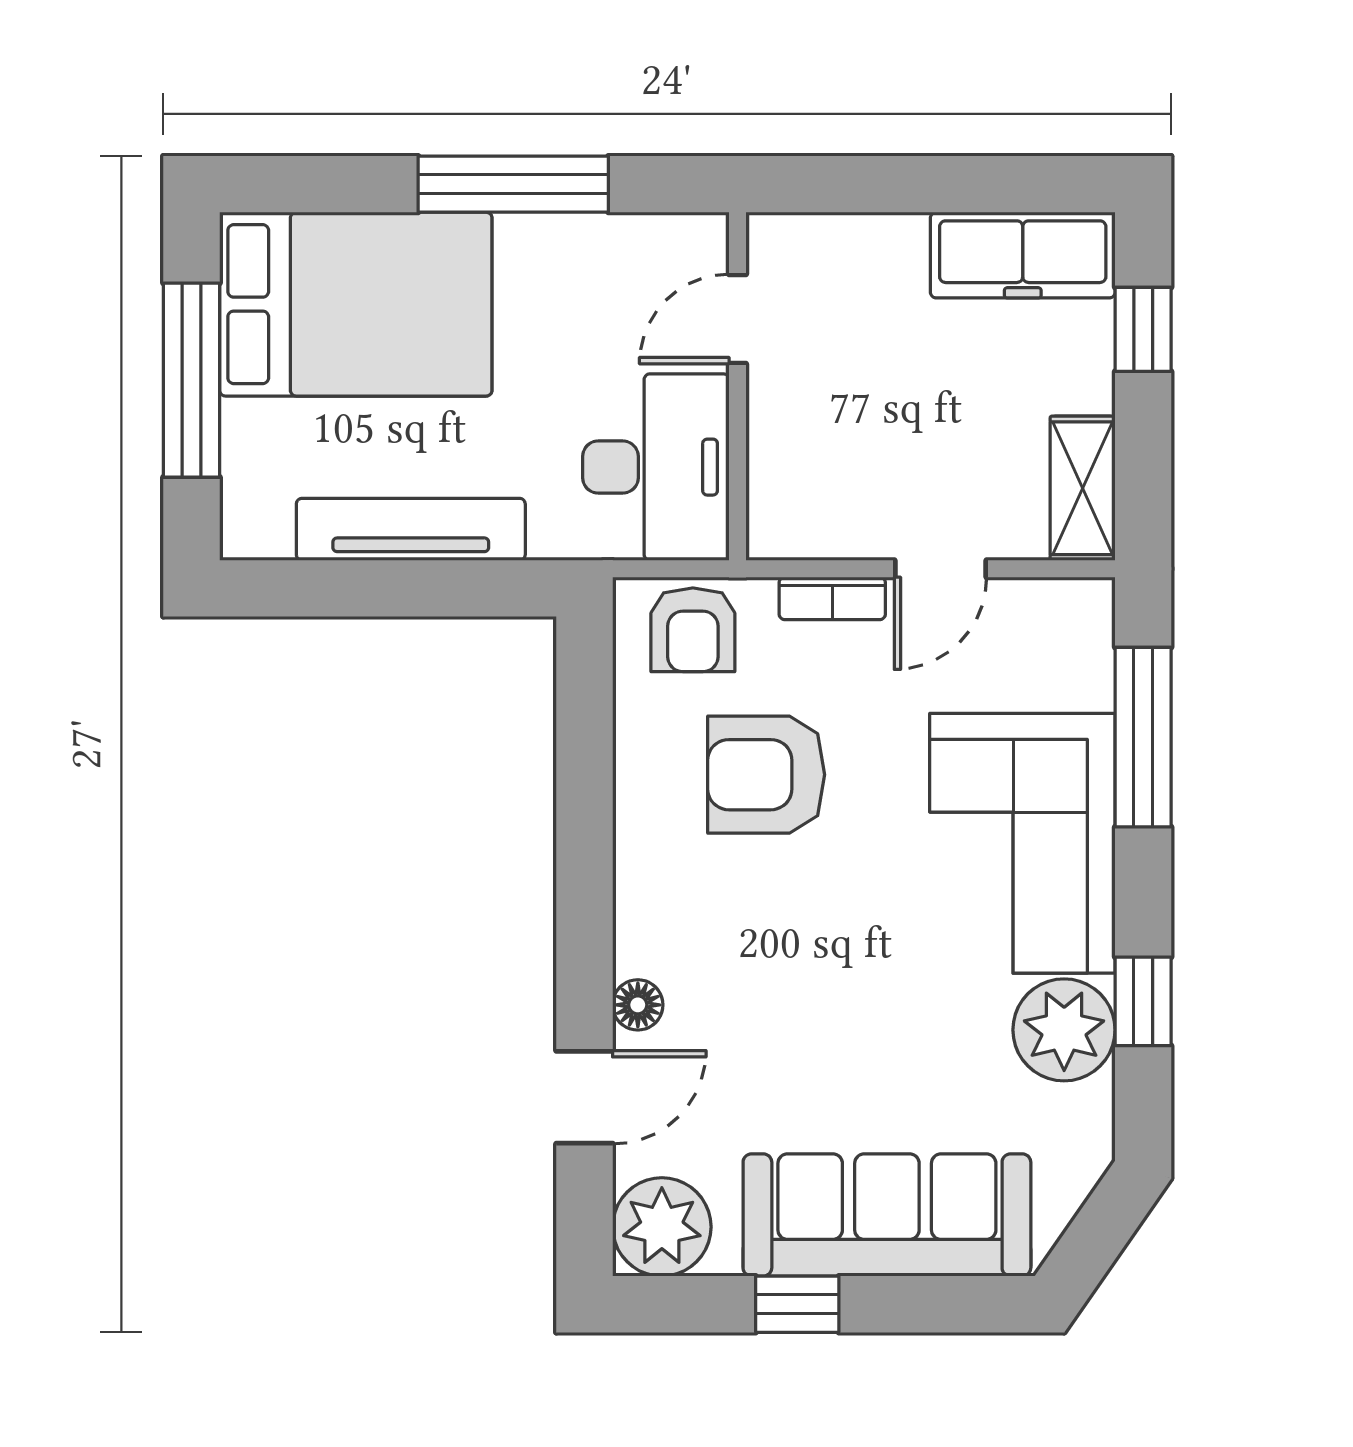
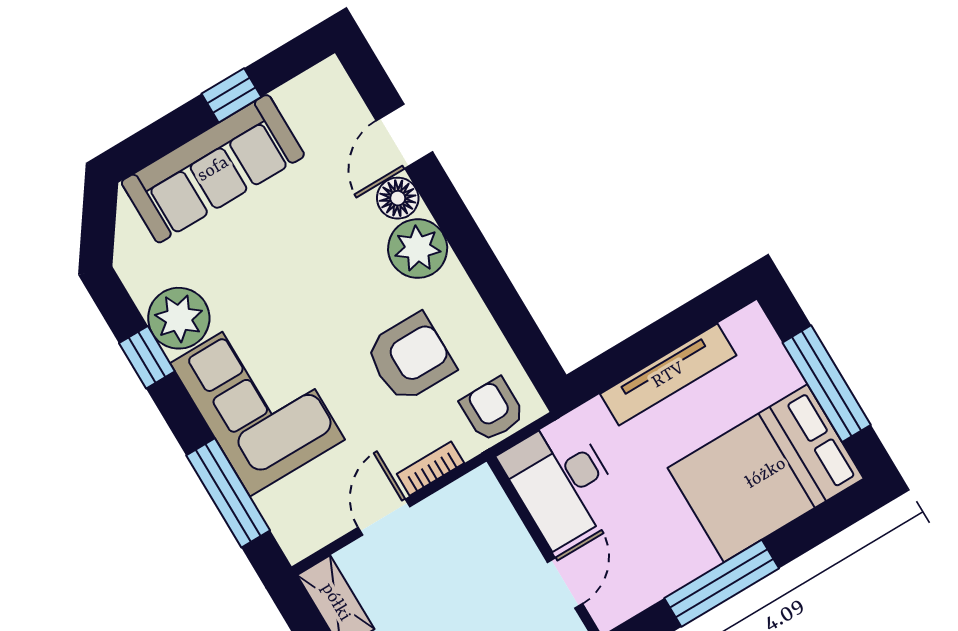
floor lamp: (638, 1005) -> (398, 198), width x1.37, depth x1.37
plant: (662, 1227) -> (418, 249), moved

